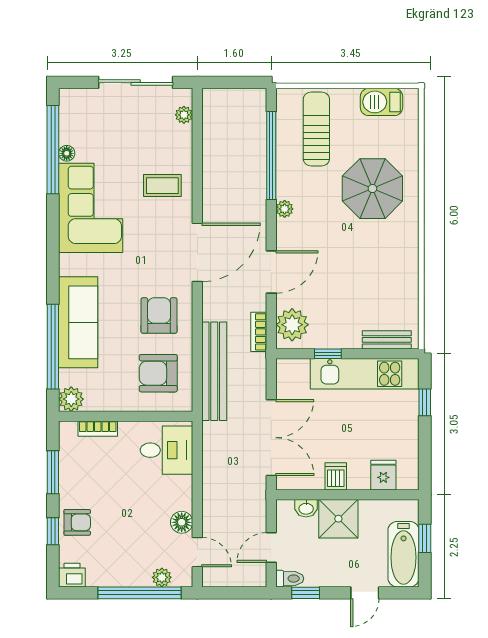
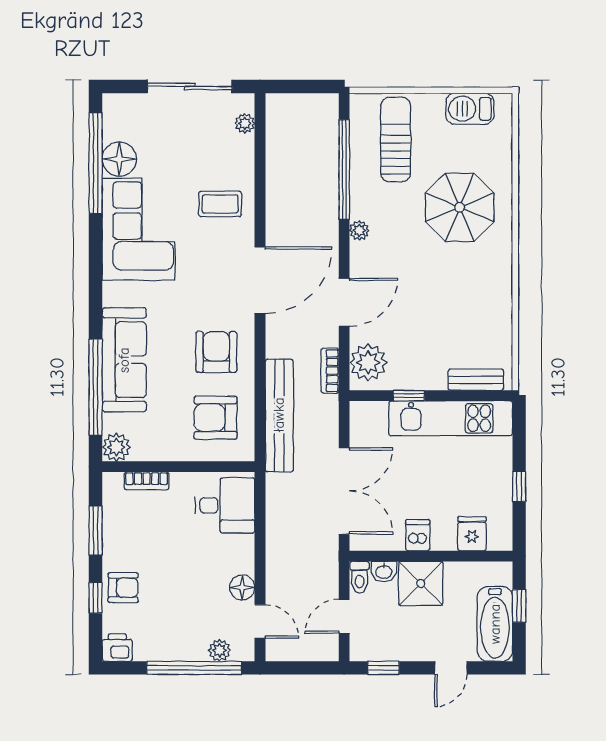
floor lamp: (67, 153) -> (119, 159), width x1.89, depth x1.89
window: (425, 402) -> (519, 487), moved
toilet: (290, 579) -> (359, 577), moved, turned 90

